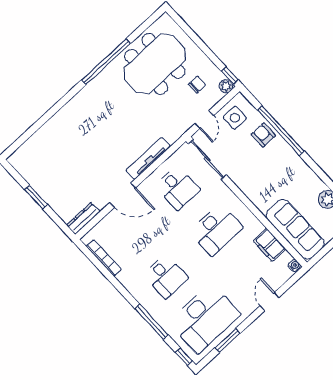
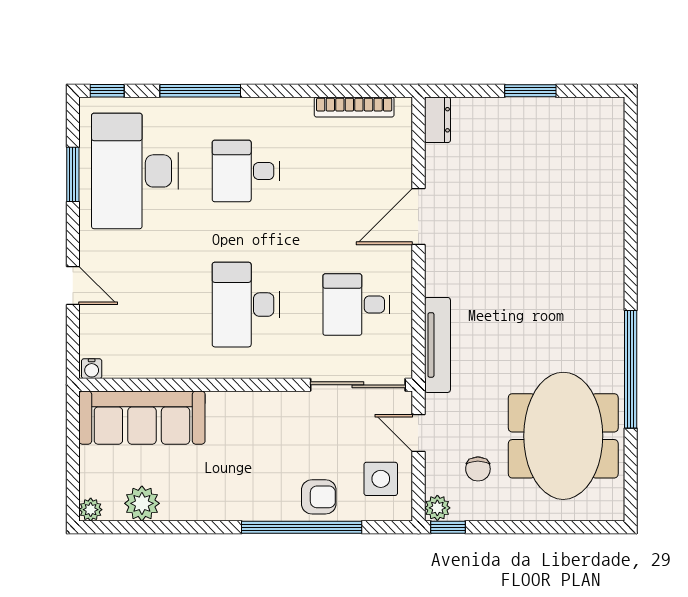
tv unit: (148, 158) -> (437, 345), moved
dresser: (83, 218) -> (437, 120), width x0.70
filing cabinet: (269, 245) -> (154, 360), removed

